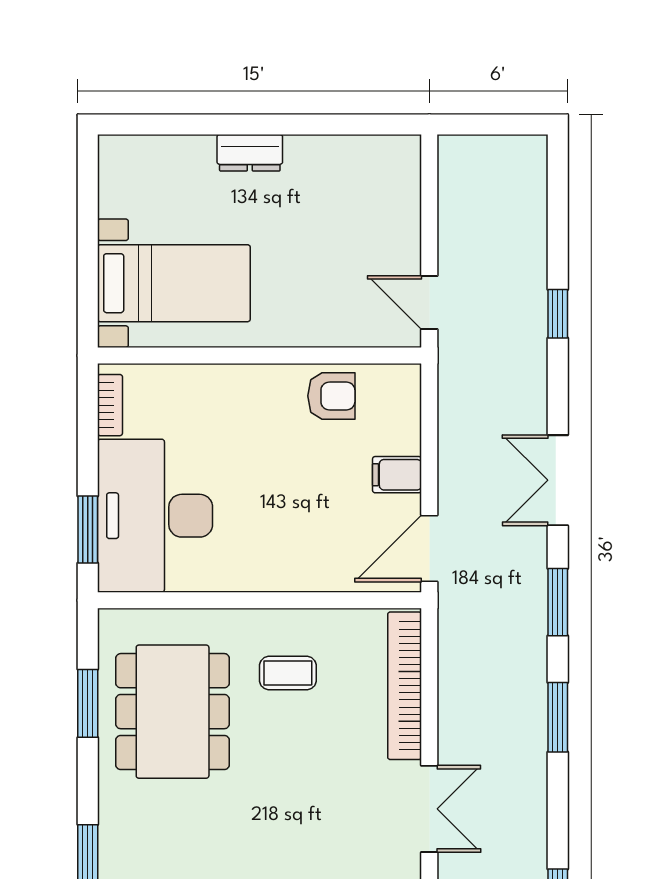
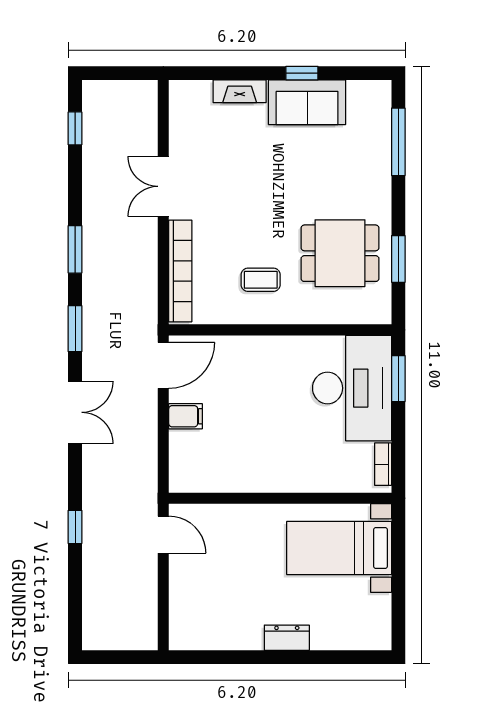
armchair: (331, 396) -> (231, 470), removed
dining table: (173, 712) -> (340, 253), width x0.73

